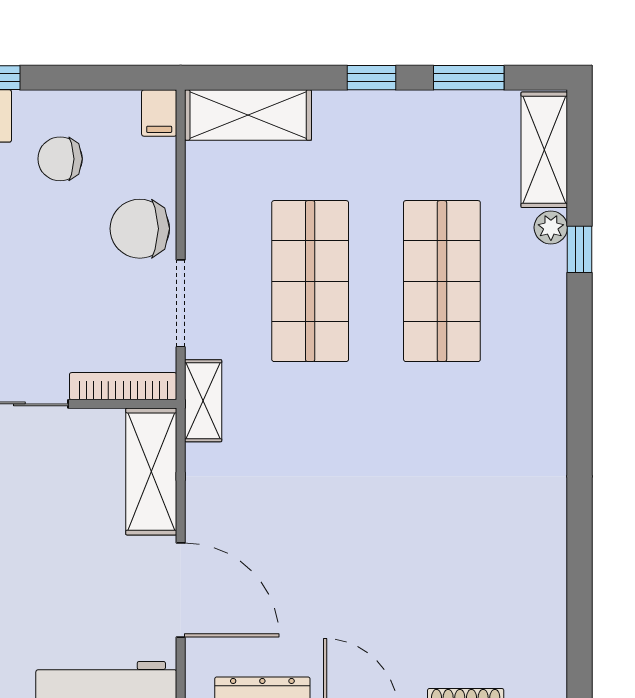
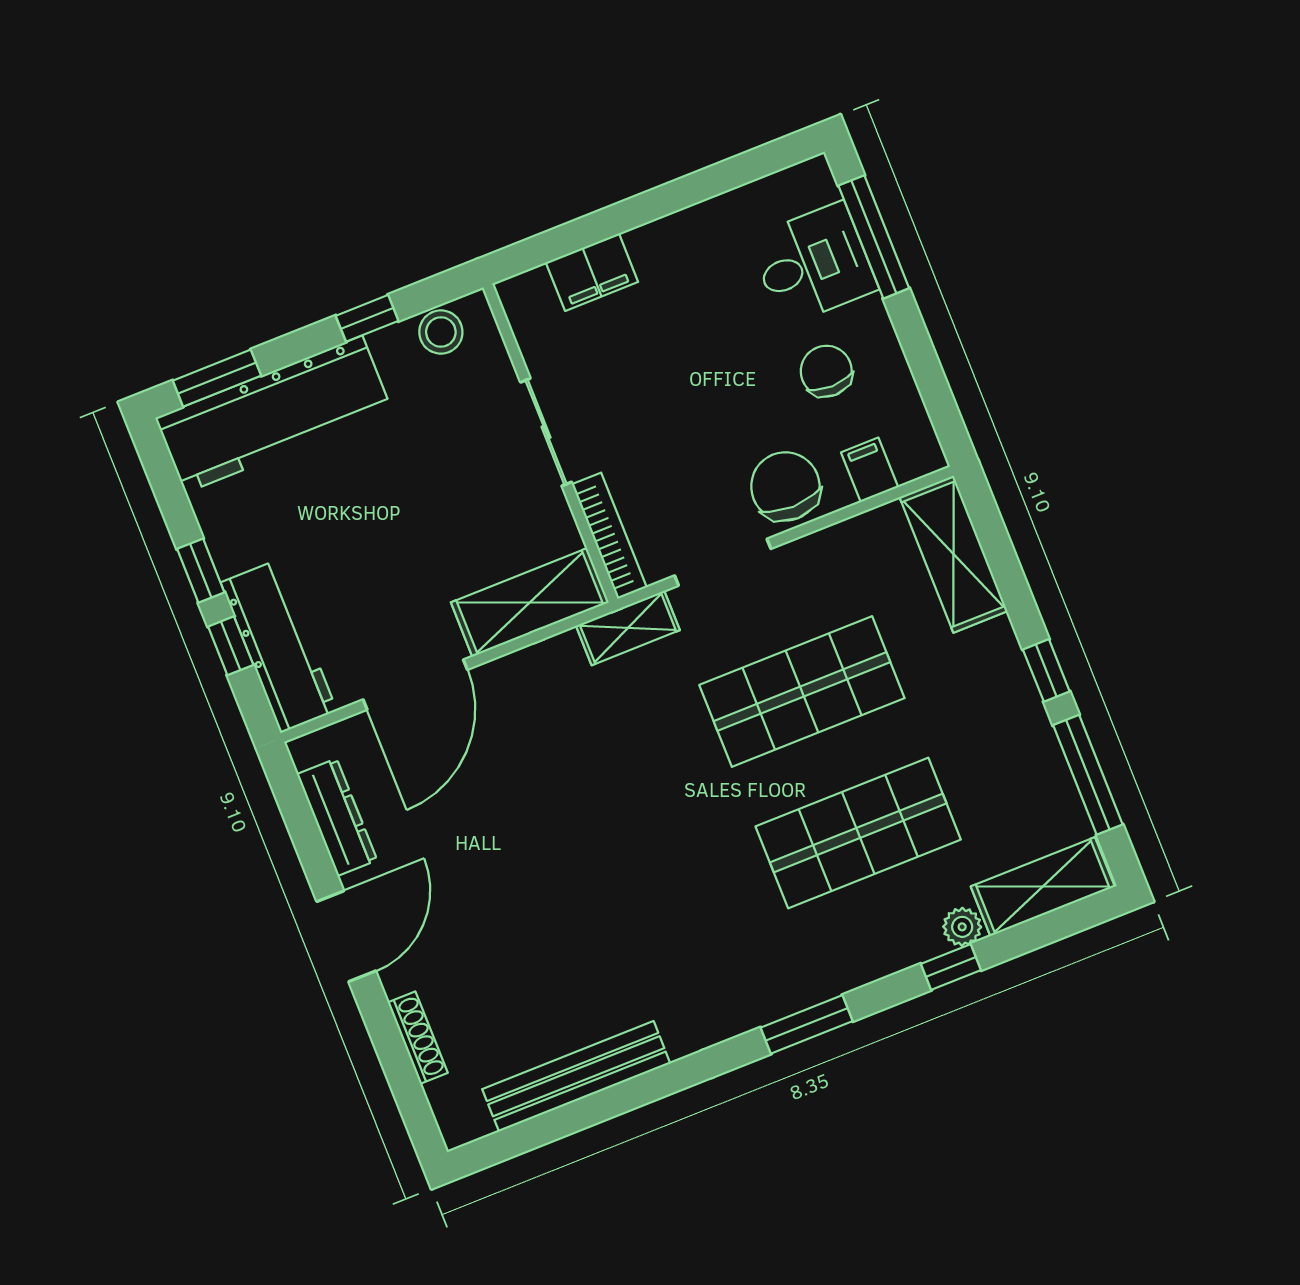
window: (469, 78) -> (1088, 775), width x1.44
filing cabinet: (159, 113) -> (870, 470), moved, turned 90
window: (579, 384) -> (807, 1024), added
bench: (548, 586) -> (576, 1076), added

